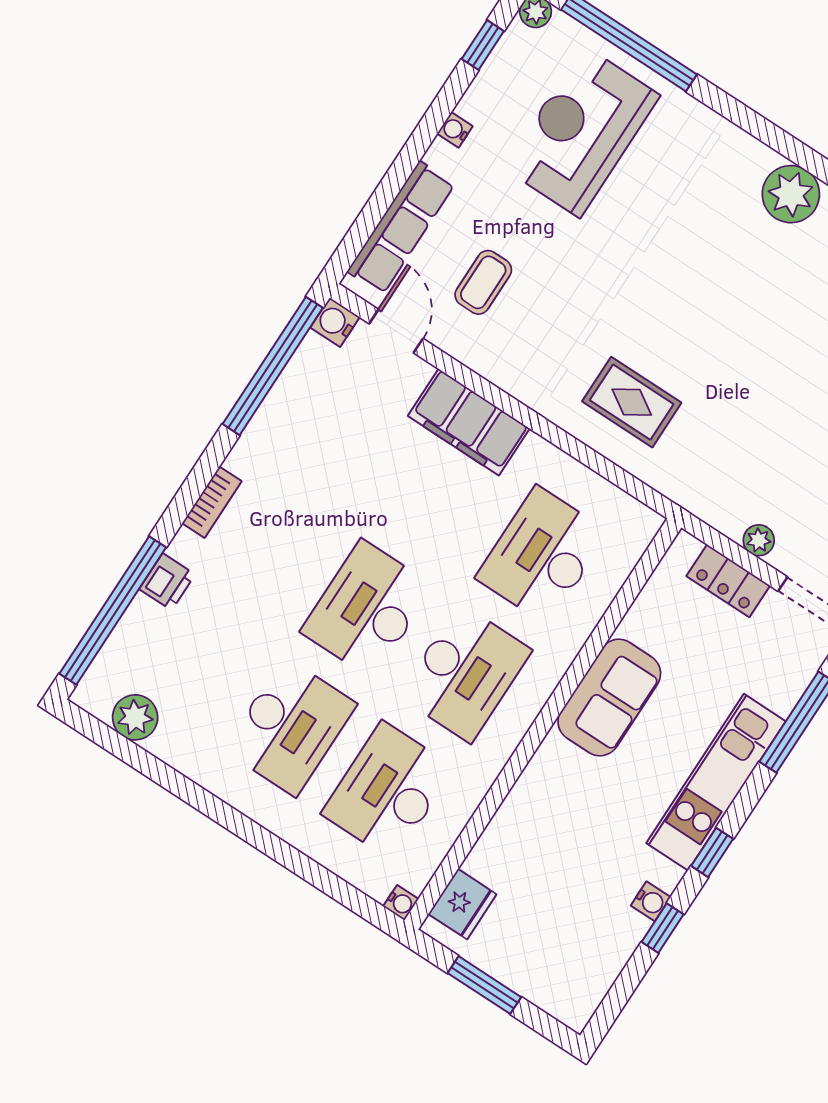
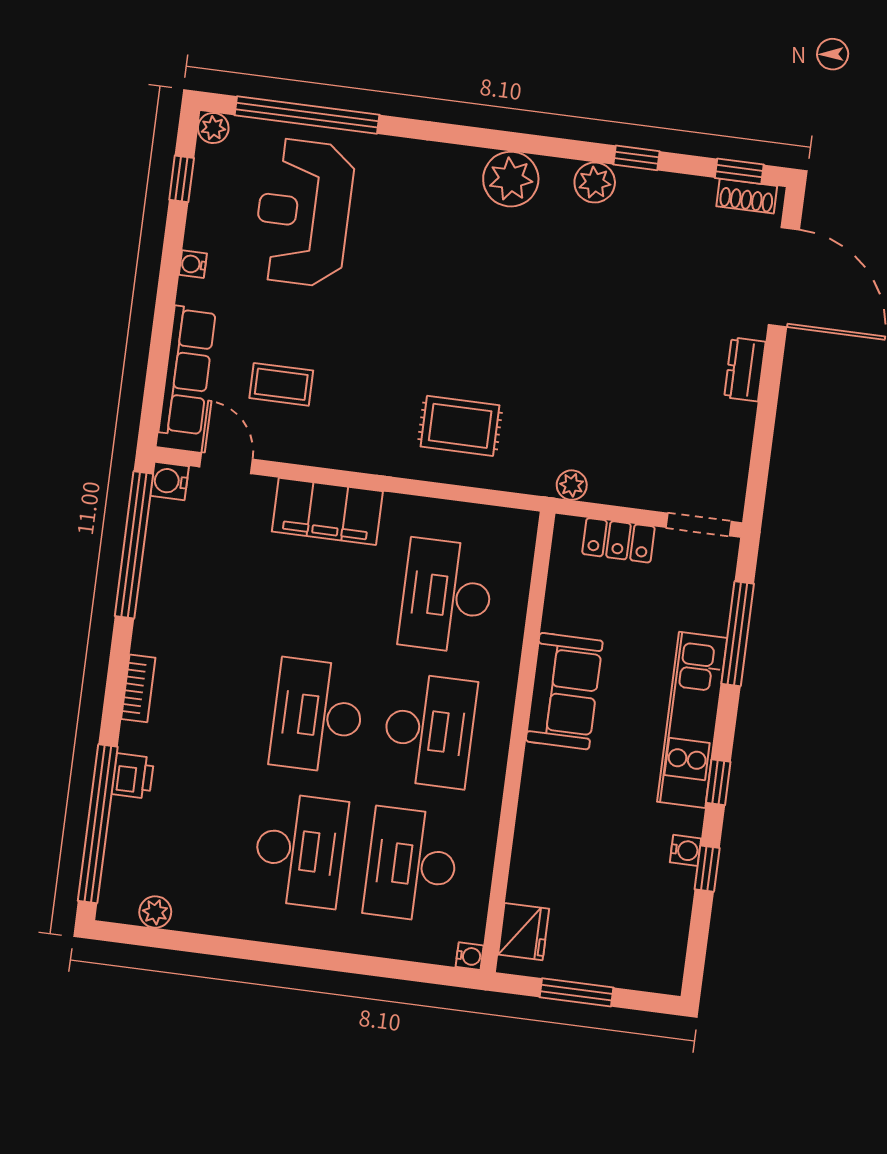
coffee table: (483, 282) -> (281, 384), turned 90
plant: (759, 540) -> (572, 485), moved
plant: (135, 717) -> (155, 912), width x0.73, depth x0.73

